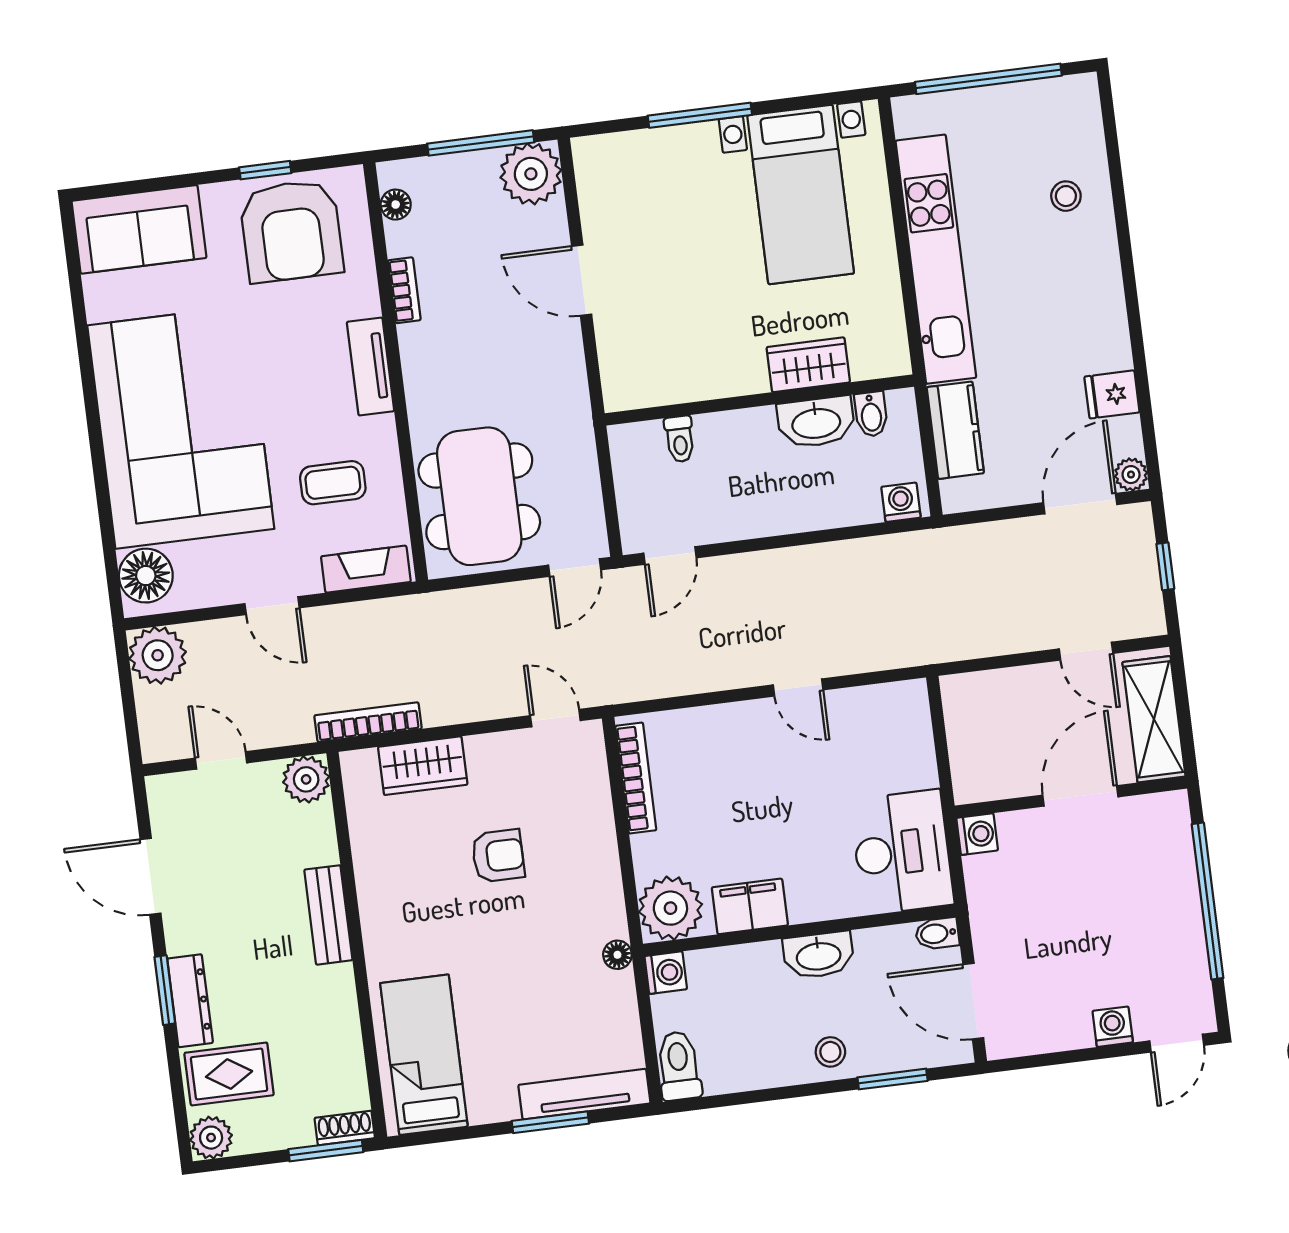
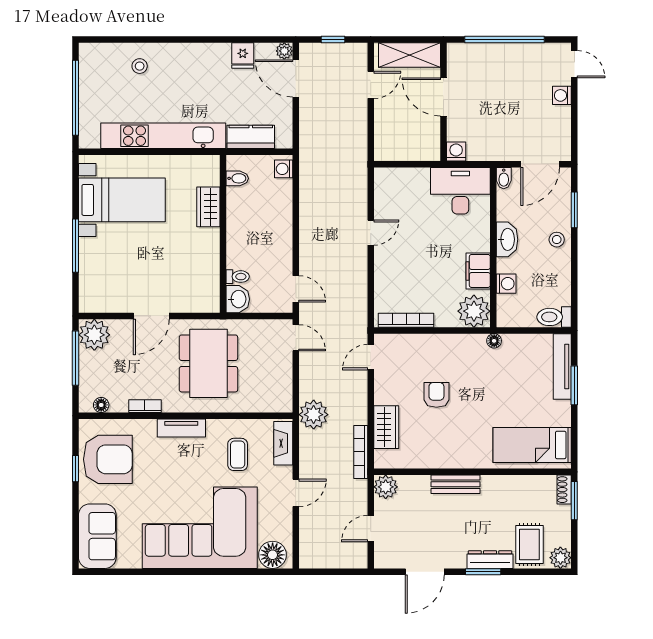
washbasin: (816, 422) -> (238, 299), moved, width x0.72
dining table: (479, 496) -> (208, 363), moved, turned 90
plant: (158, 655) -> (314, 415), moved
washing machine: (666, 973) -> (506, 284), moved, turned 90

